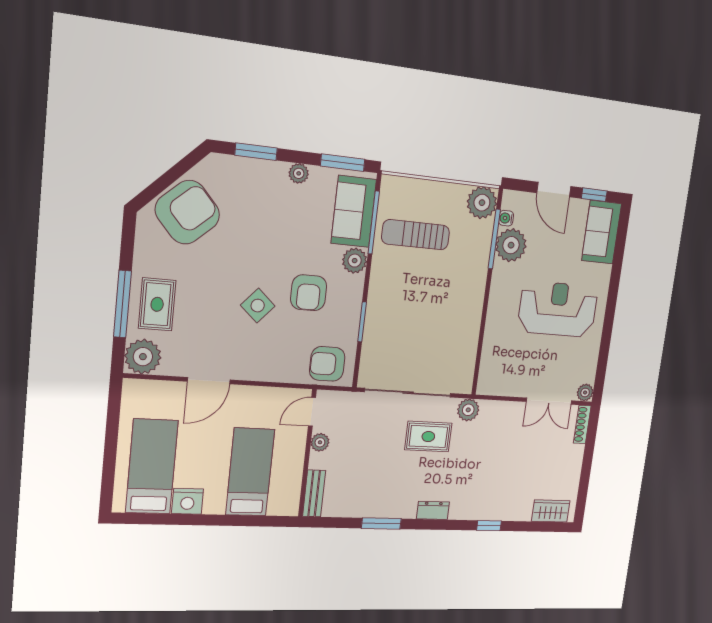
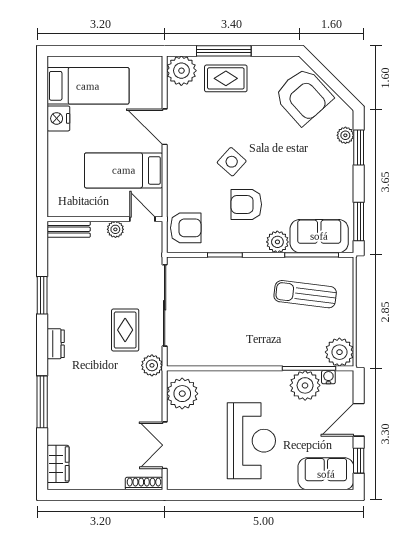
plant: (299, 173) -> (345, 135), moved
sun lounger: (416, 235) -> (305, 294), turned -83
armchair: (327, 364) -> (186, 228), turned 90
plant: (585, 393) -> (182, 394), moved, width x1.87, depth x1.87
bed: (250, 472) -> (124, 170), moved, turned 180
window: (489, 526) -> (42, 402), width x2.17

